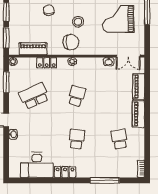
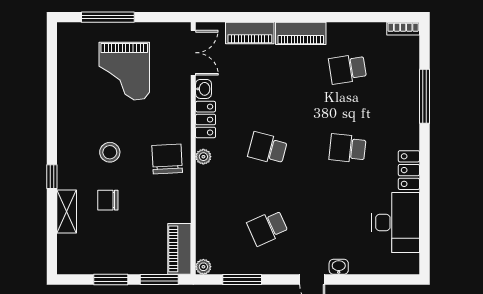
stool: (78, 22) -> (110, 152), moved
piano: (33, 49) -> (179, 249), moved
locker: (47, 63) -> (206, 120), moved
school desk: (34, 96) -> (268, 228), width x0.54

